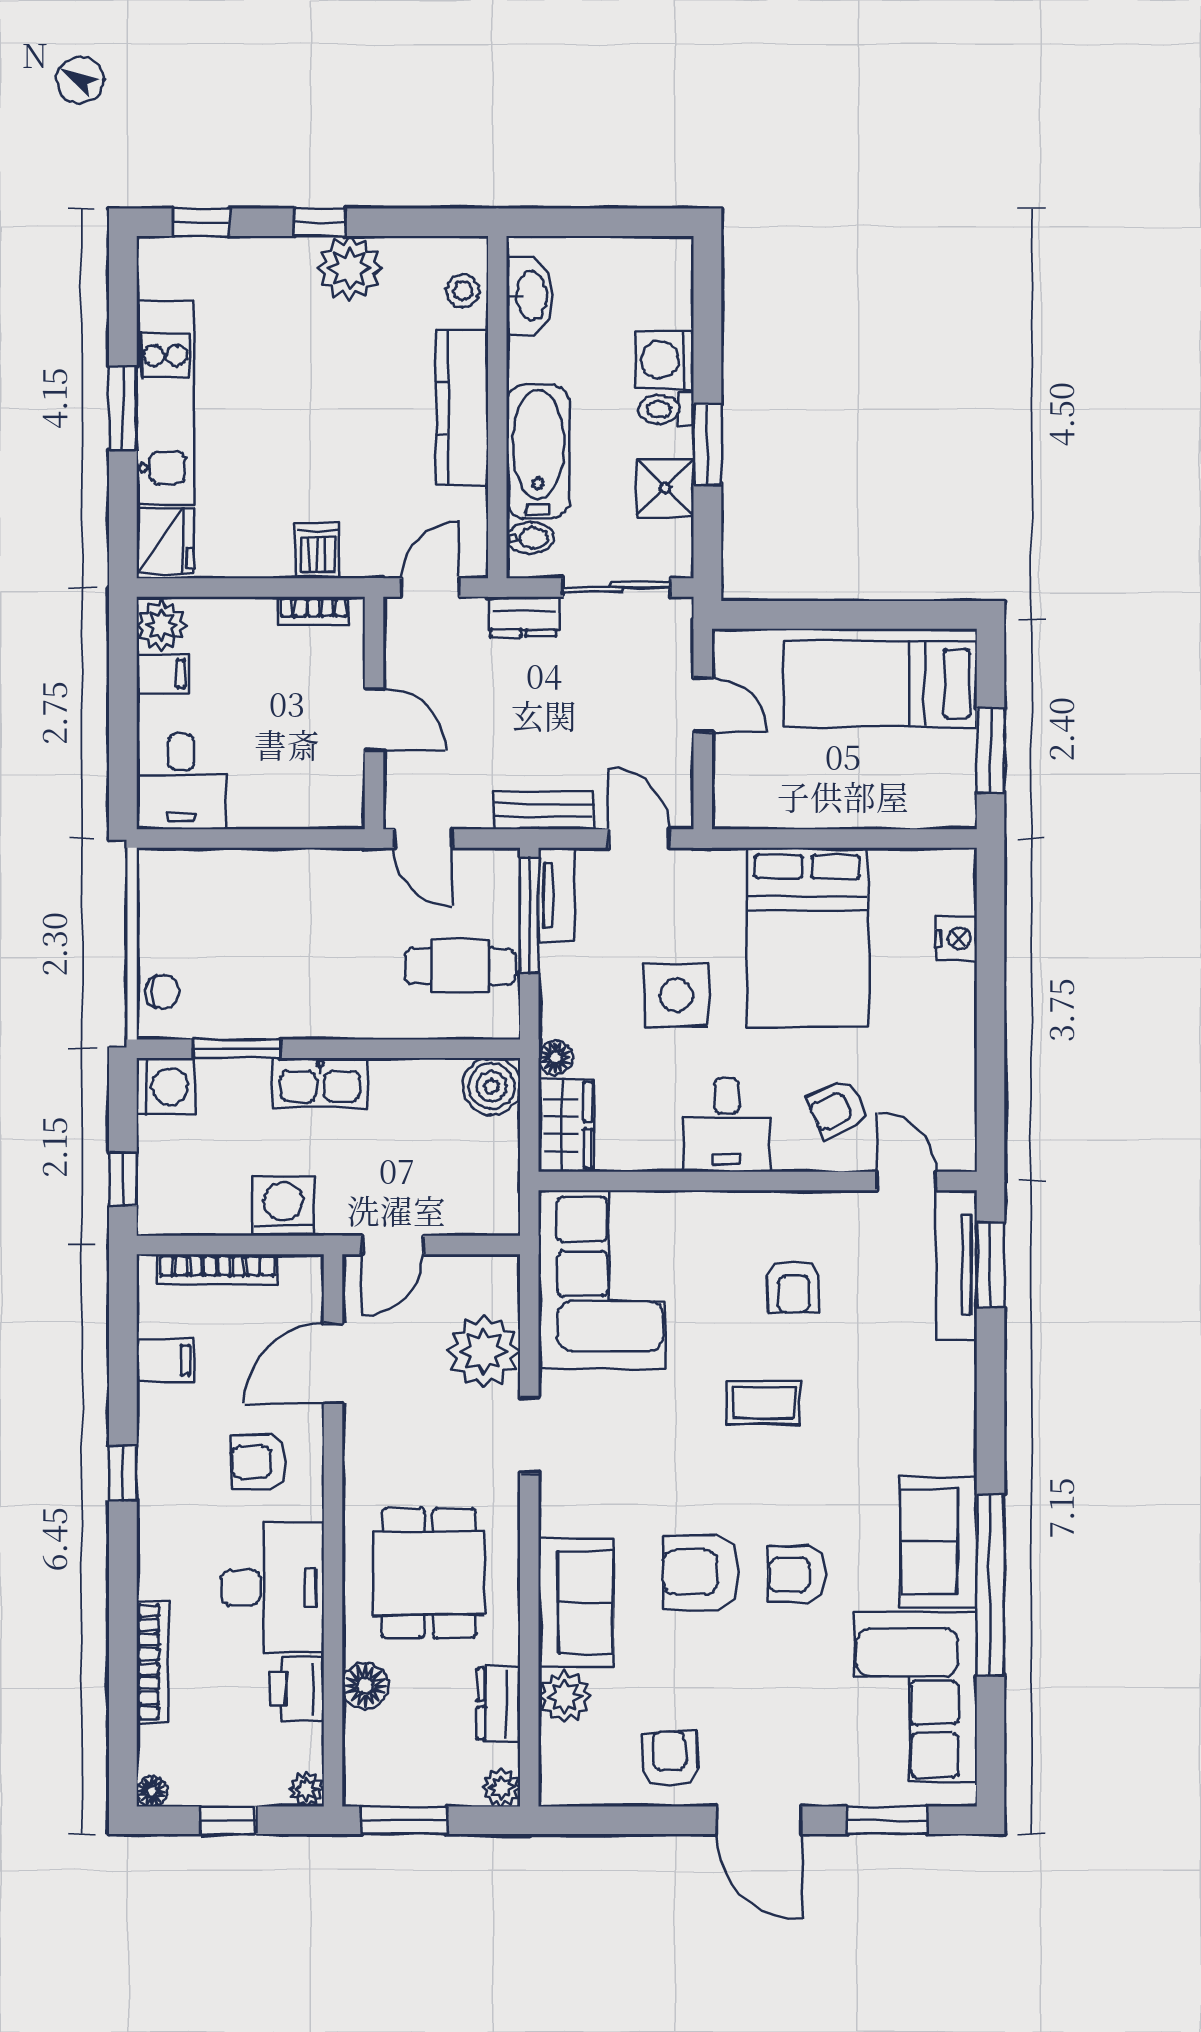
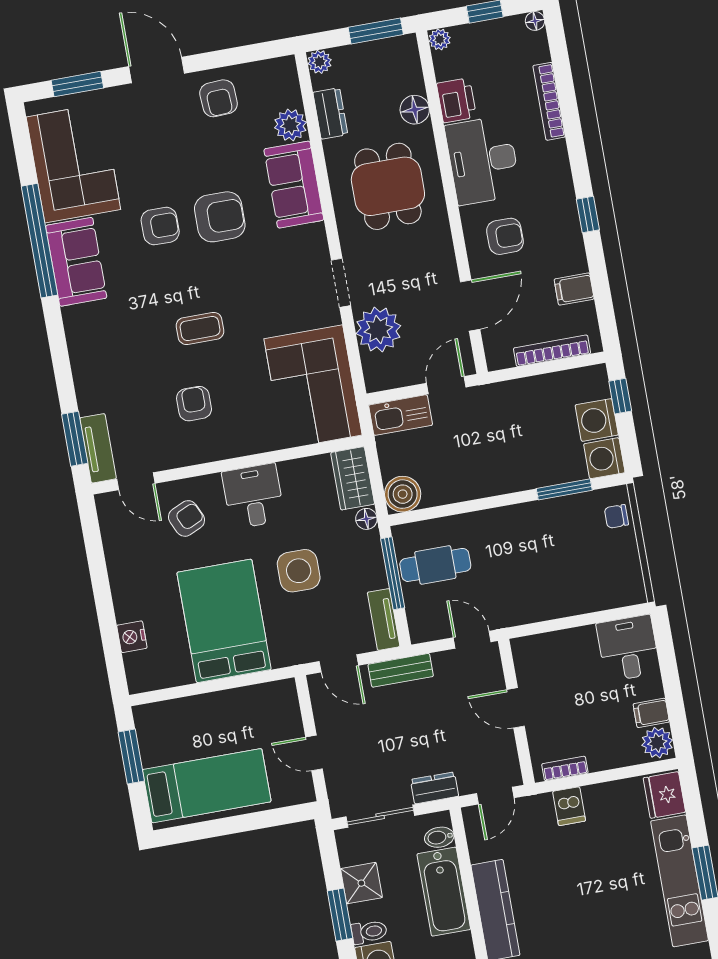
window: (529, 915) -> (393, 573), moved
kitchen sink: (320, 1083) -> (401, 415), moved, turned 180
washing machine: (283, 1206) -> (597, 420), moved, turned 90
tv unit: (957, 1265) -> (98, 448), width x0.71

